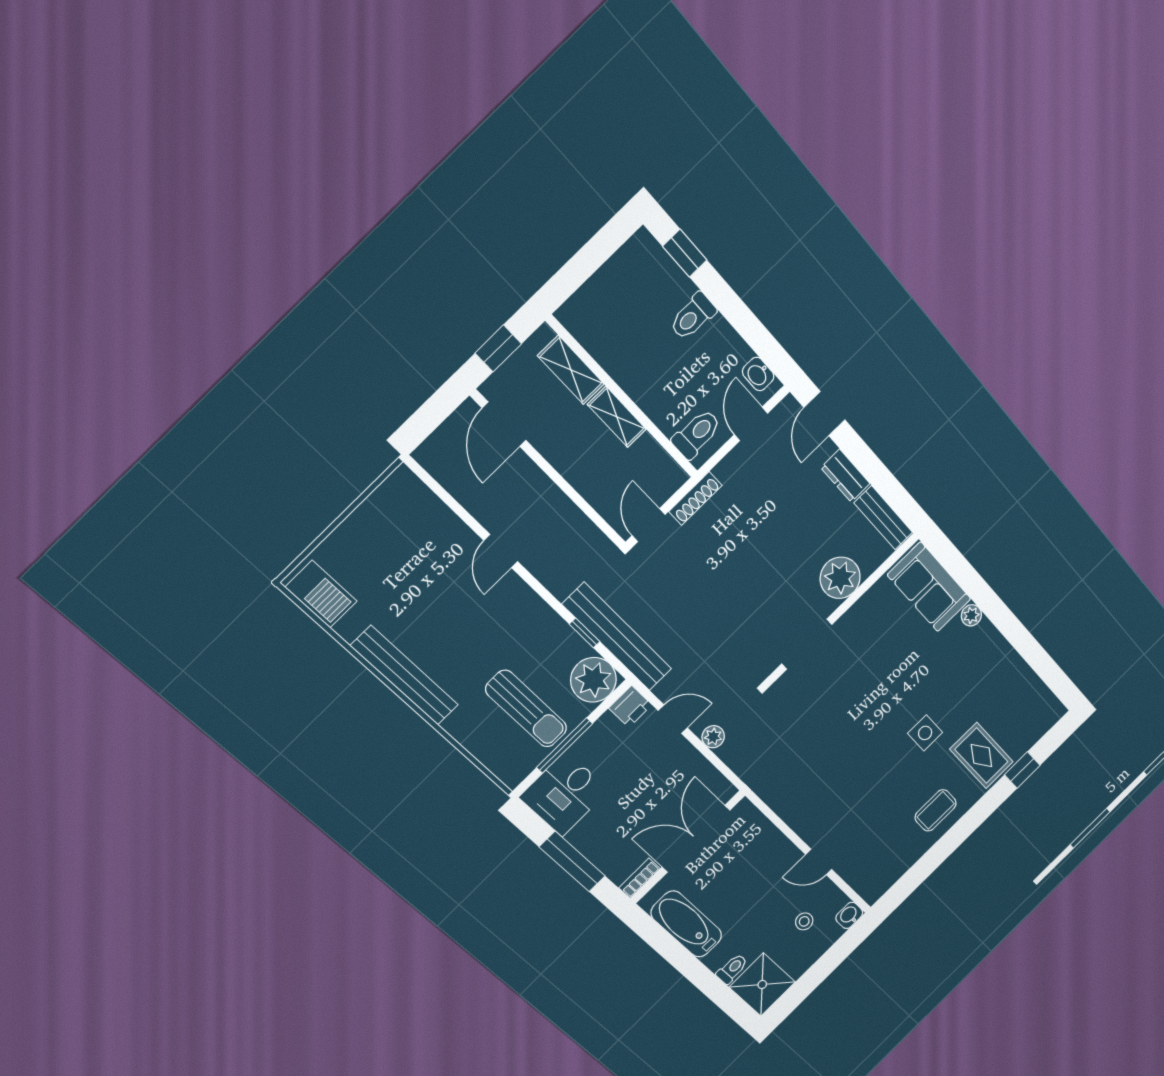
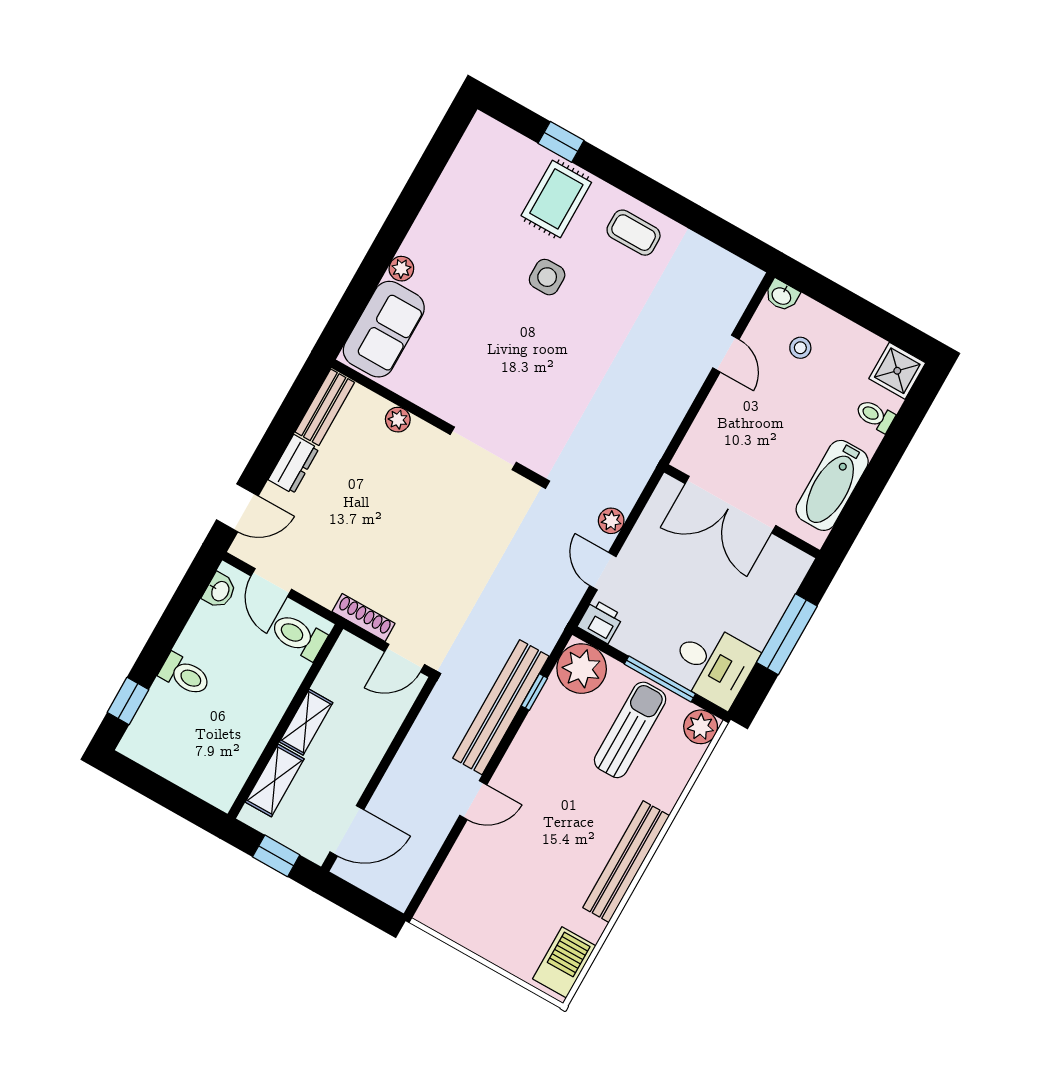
door: (751, 424) -> (271, 583), hinge flipped
plant: (840, 578) -> (398, 420), width x0.53, depth x0.53
bench: (617, 637) -> (501, 707), moved
plant: (512, 771) -> (701, 727), added
bookcase: (640, 878) -> (790, 555), removed
shower: (762, 984) -> (897, 371), width x0.73, depth x0.73

